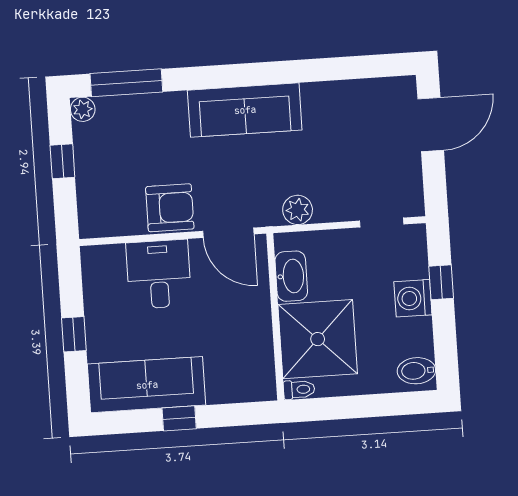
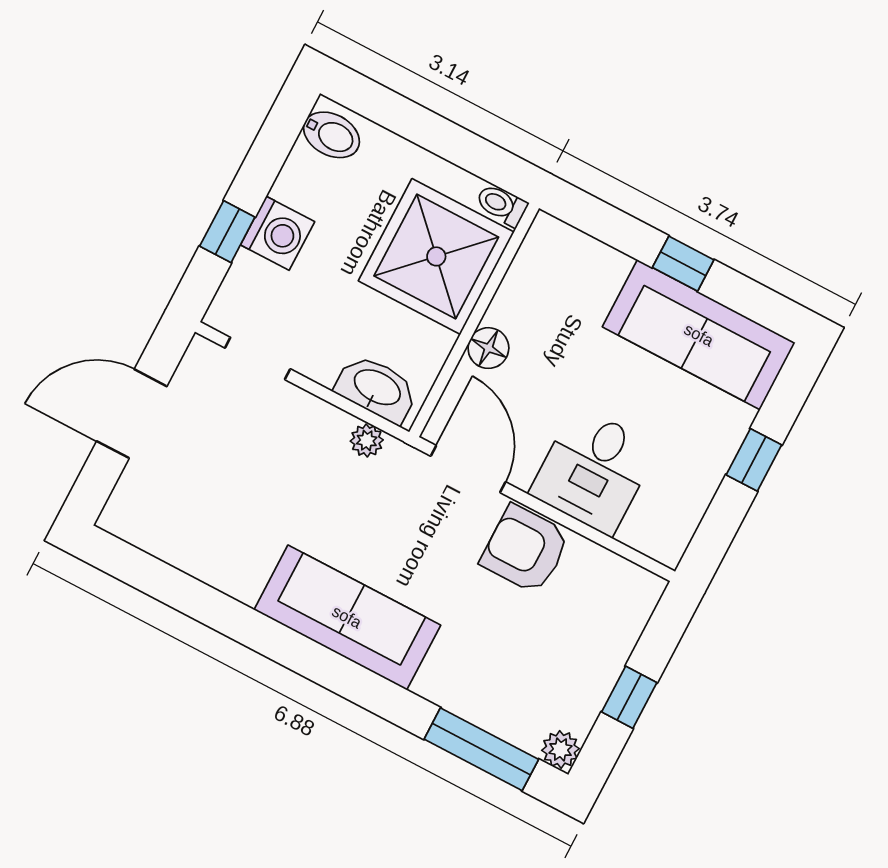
door: (431, 125) -> (132, 414), moved
plant: (298, 210) -> (367, 441), width x0.73, depth x0.73
washbasin: (291, 276) -> (377, 388), moved, turned 90
floor lamp: (258, 306) -> (488, 348), added

